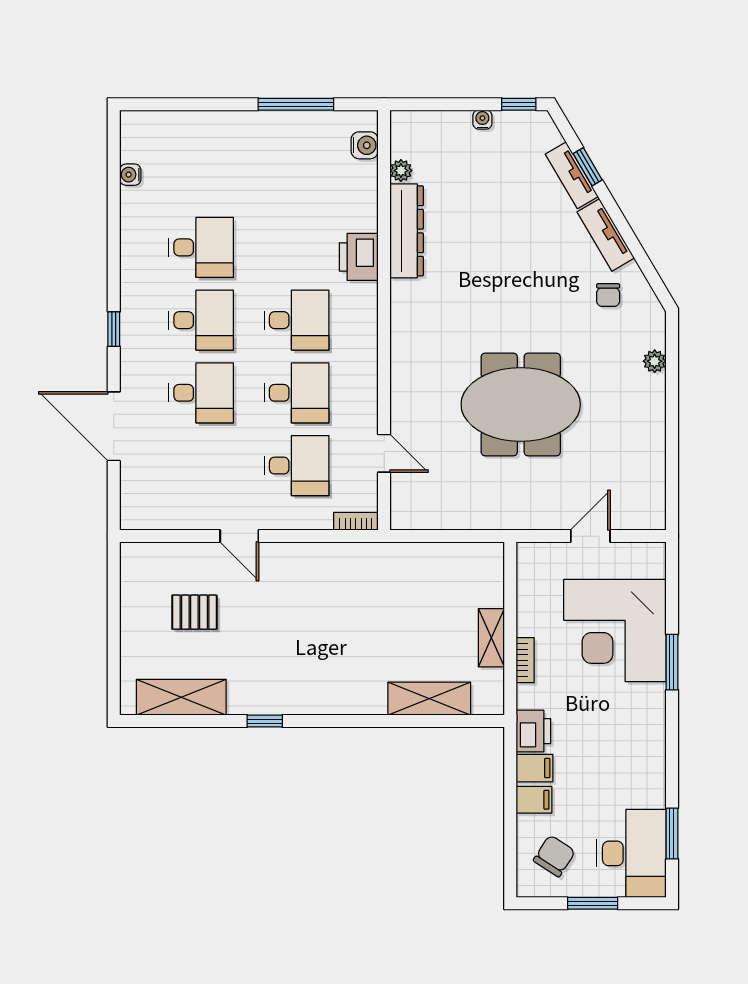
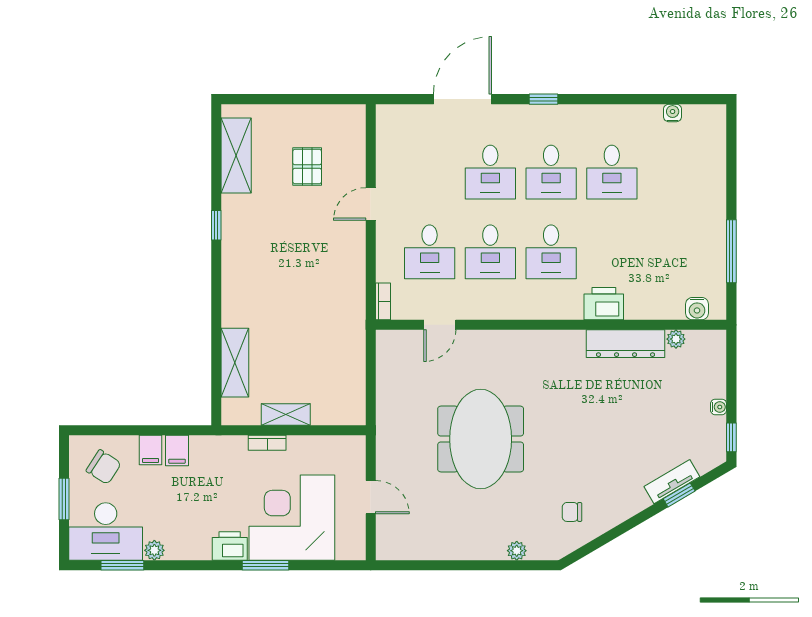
tv unit: (606, 235) -> (622, 510), removed
printer: (533, 731) -> (230, 546), moved, turned 180
plant: (654, 795) -> (154, 550), added

